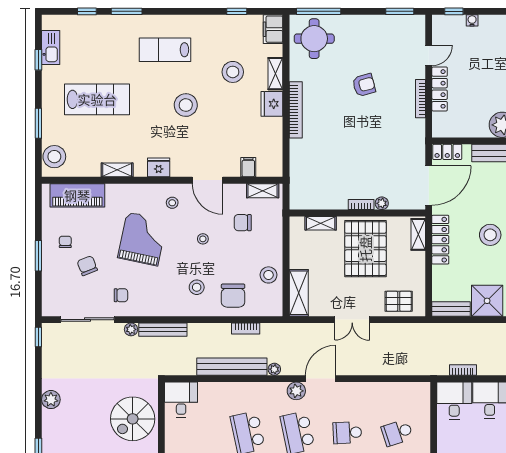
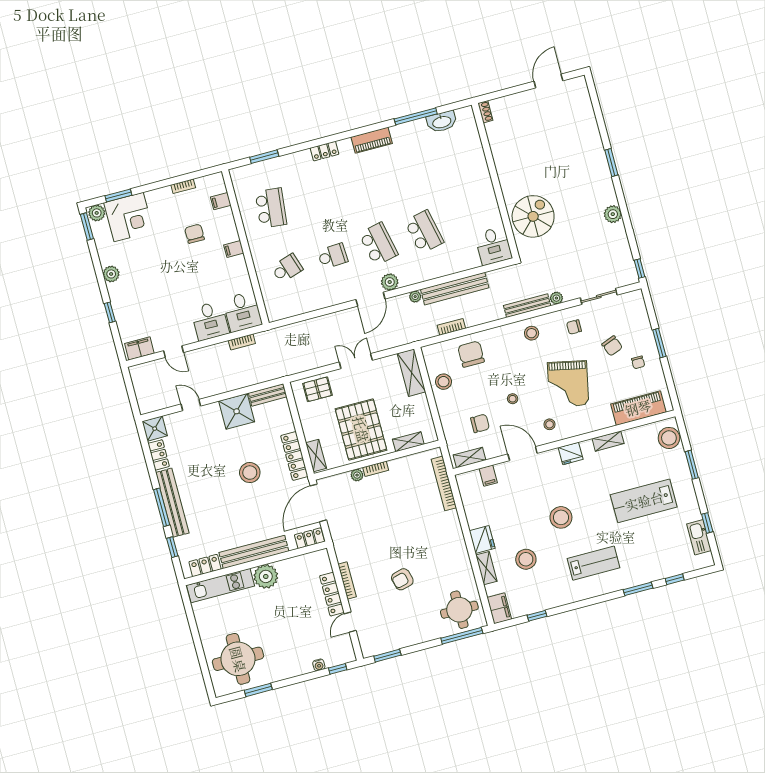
bookcase: (296, 110) -> (444, 483), moved
stool: (197, 287) -> (532, 333), moved
sliding door: (88, 320) -> (599, 296), width x0.73

